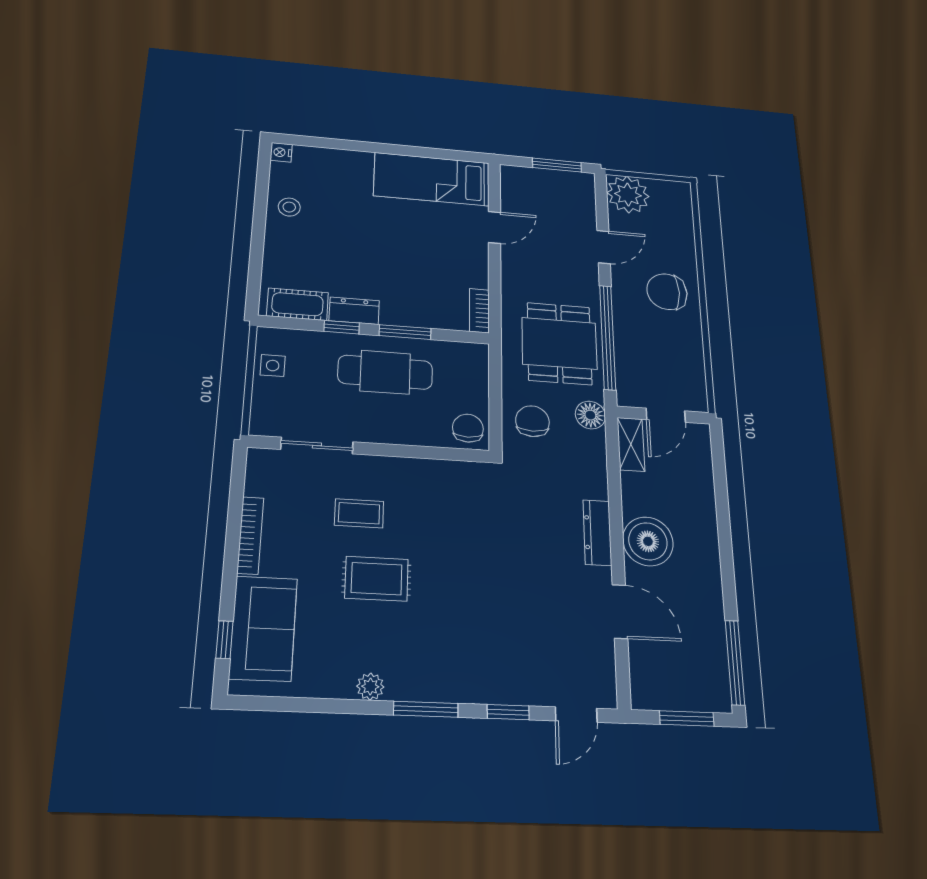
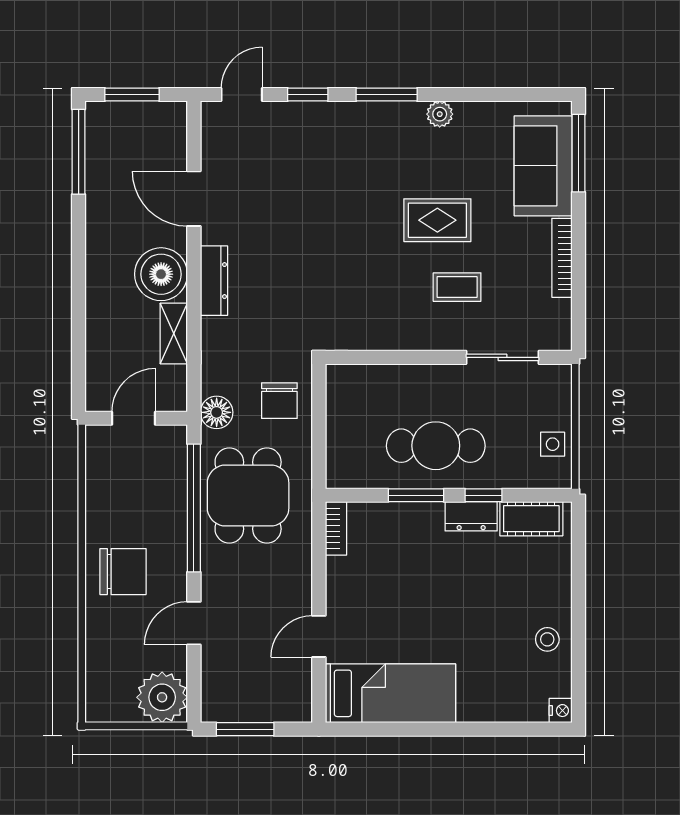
chair: (468, 428) -> (348, 388), removed
shelving: (631, 444) -> (174, 333), moved
window: (224, 640) -> (578, 153), width x2.17

